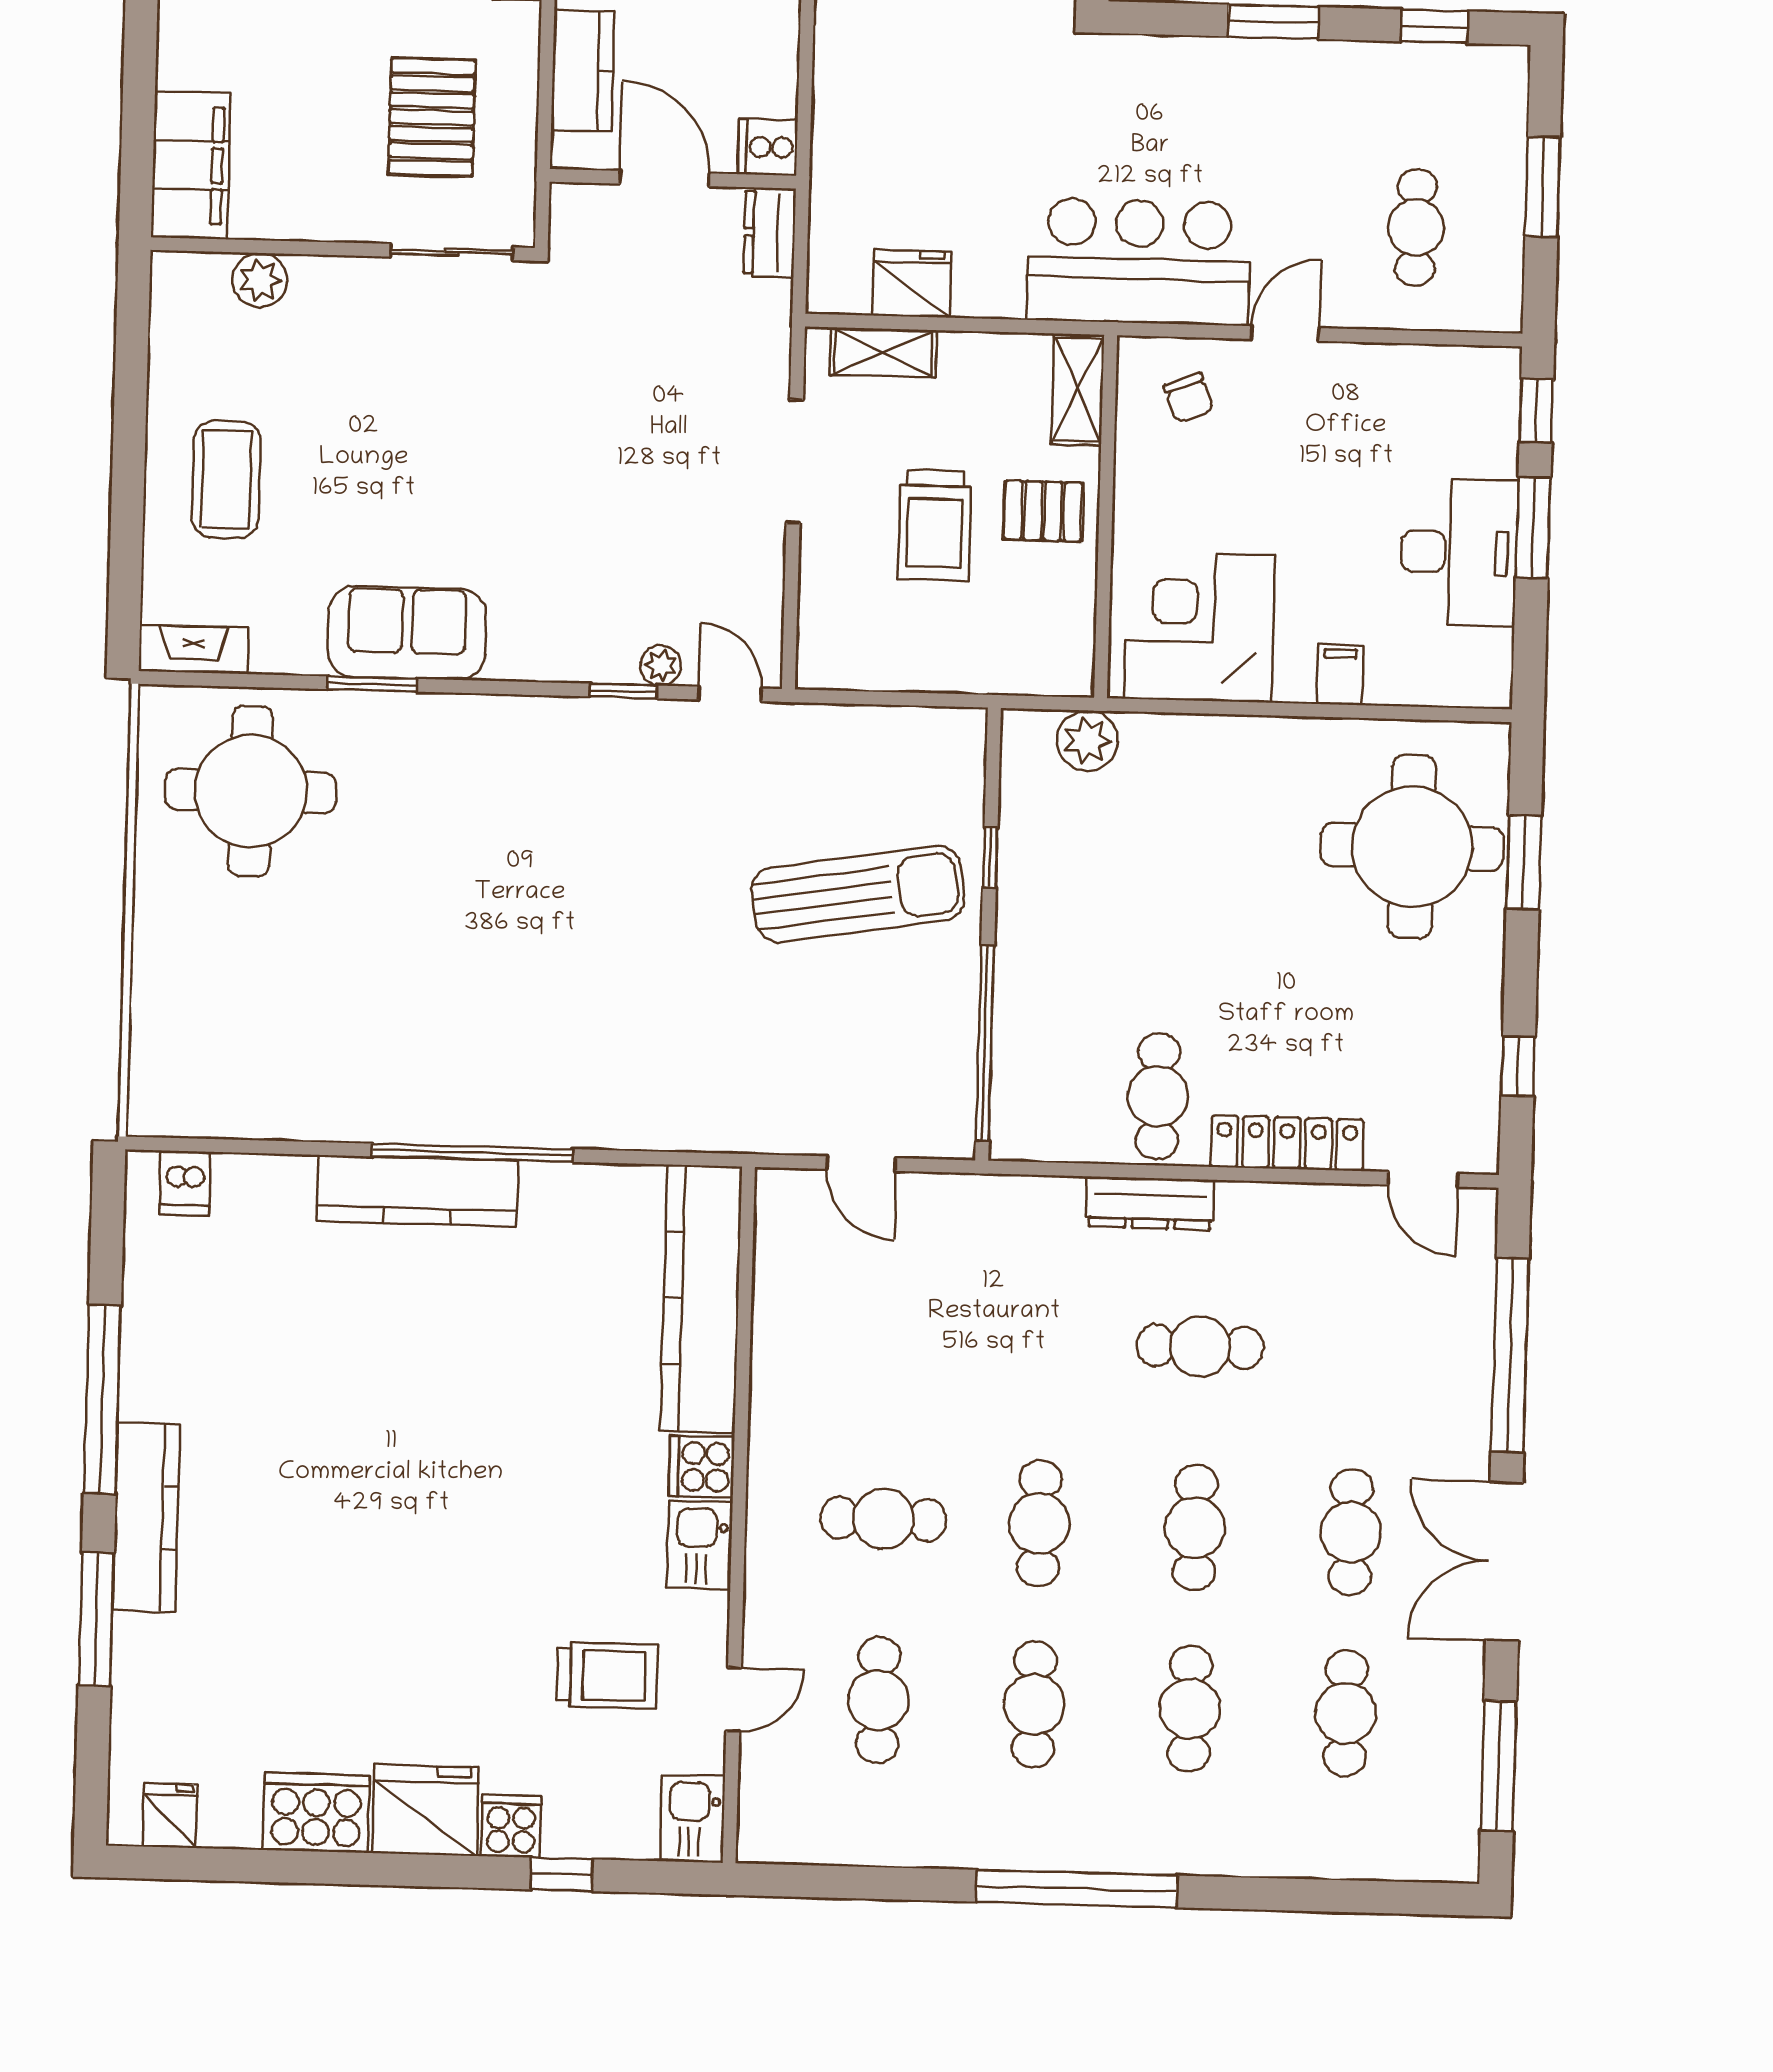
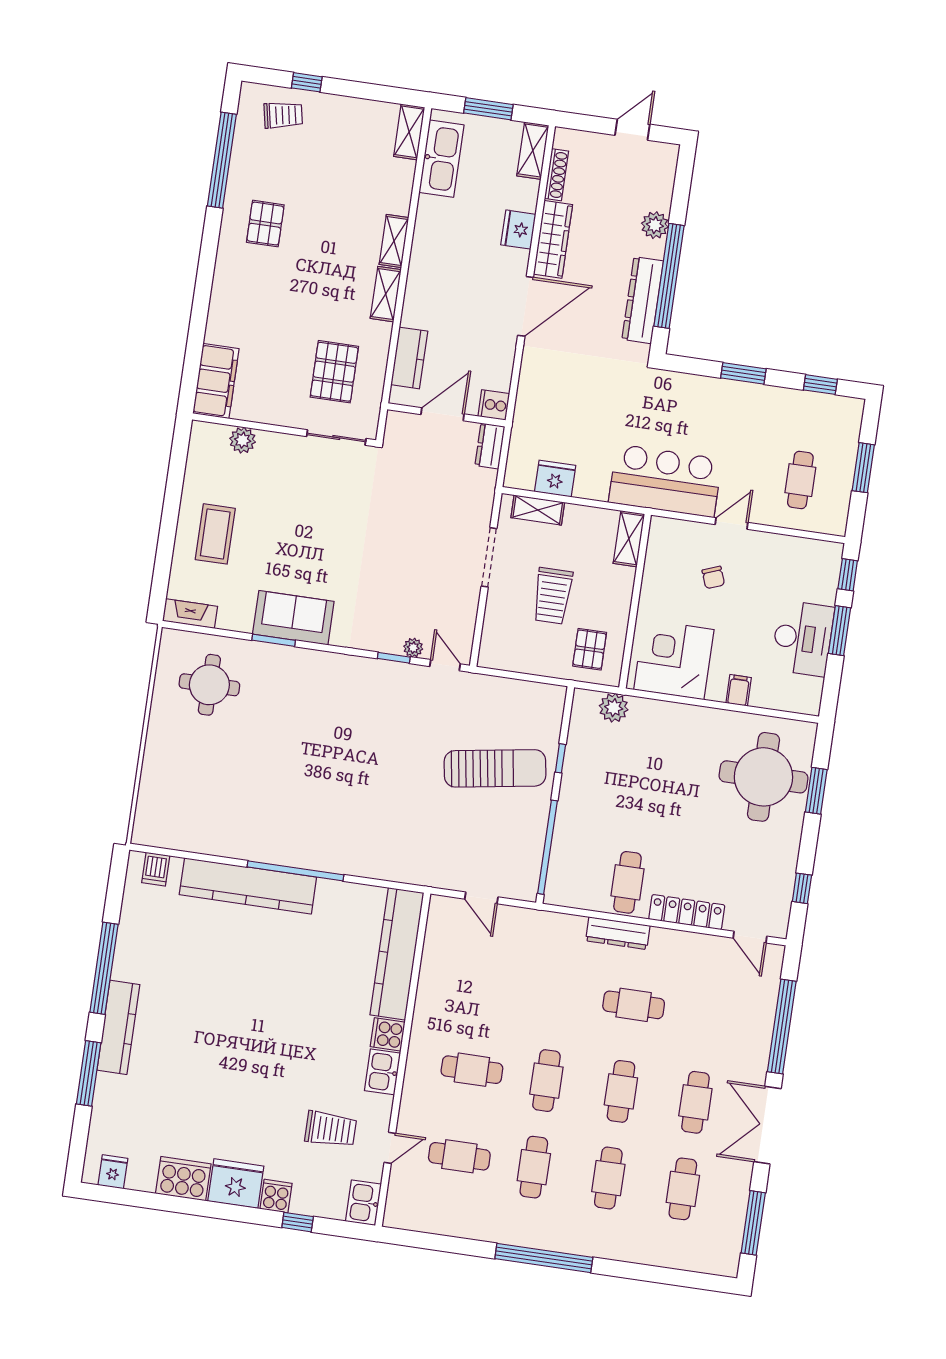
door: (665, 179) -> (443, 414), hinge flipped
chair: (1189, 398) -> (713, 577), moved
pallet: (1043, 511) -> (590, 649), moved, turned 90
round table: (251, 791) -> (209, 685), width x0.73, depth x0.73
kitchen counter: (417, 1191) -> (248, 886), width x1.39, depth x1.17
cafe table: (878, 1700) -> (459, 1156), turned 90

